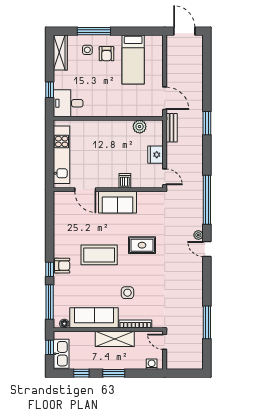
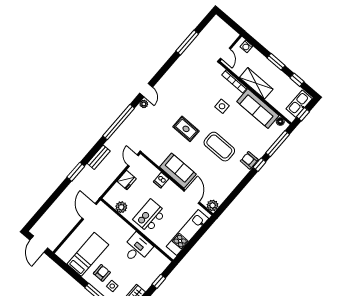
desk: (68, 103) -> (137, 248), moved, turned -90
bench: (172, 128) -> (99, 157), moved
kitchen island: (108, 140) -> (150, 216), added
plant: (60, 198) -> (213, 205), added

